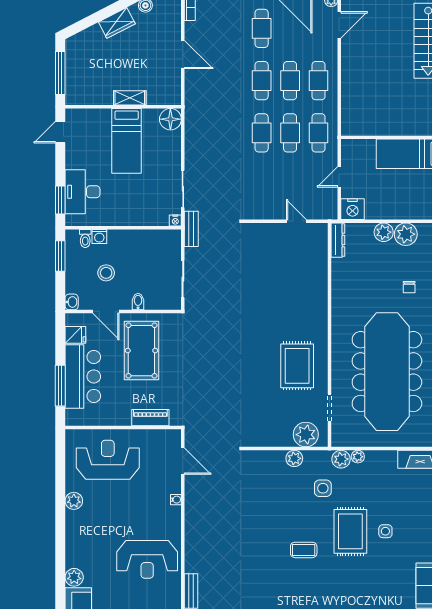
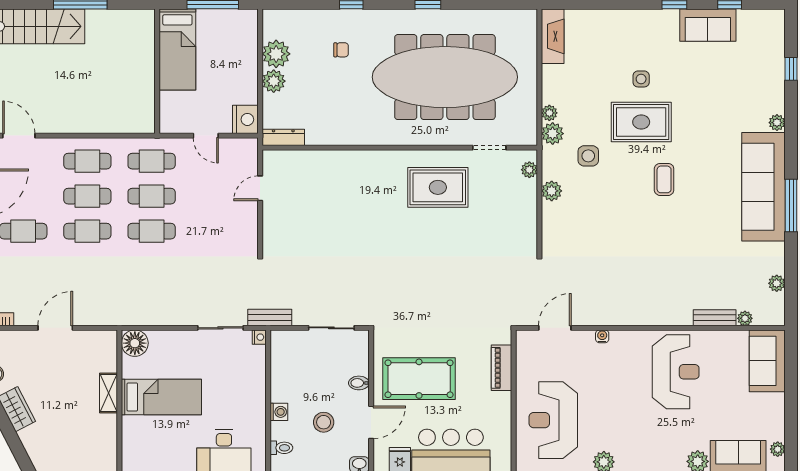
washing machine: (99, 236) -> (279, 412), moved
plant: (306, 435) -> (529, 170), width x0.53, depth x0.53

